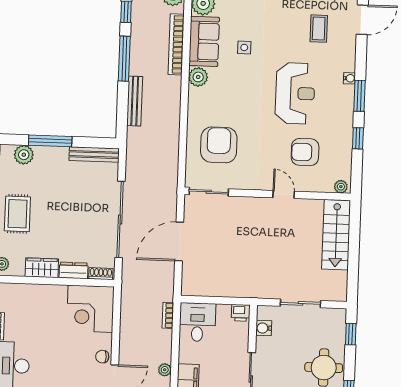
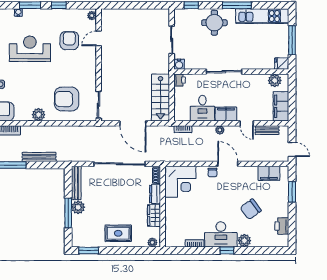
plant: (198, 77) -> (39, 115), moved
armchair: (305, 152) -> (69, 41), turned 180
plant: (24, 155) -> (78, 207), moved
door: (284, 194) -> (99, 38), moved
stairs: (336, 235) -> (160, 98), moved, turned 90
desk: (197, 322) -> (202, 108), moved, turned -90
water cooler: (264, 328) -> (179, 64), moved

